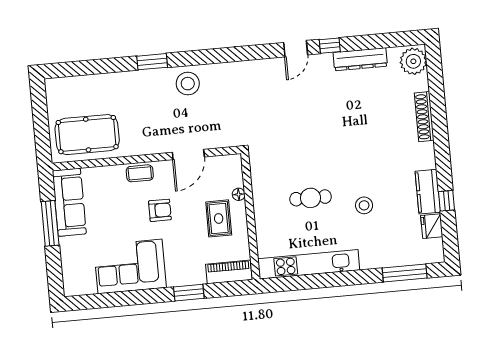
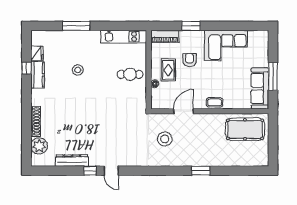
door: (296, 49) -> (111, 171), swing flipped
plant: (413, 61) -> (39, 146), moved
stool: (188, 84) -> (165, 139), moved
cafe table: (311, 198) -> (130, 74), moved
armchair: (160, 210) -> (189, 60), moved, turned 91
kitchen unit: (309, 264) -> (124, 37), width x0.73
window: (405, 273) -> (76, 26), moved

